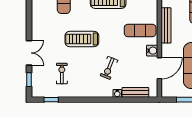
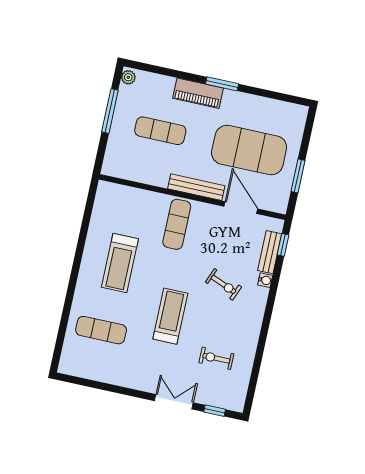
bench: (166, 25) -> (196, 187), moved
treadmill: (82, 39) -> (170, 316), turned 180
water cooler: (152, 51) -> (211, 213), removed
window: (51, 100) -> (283, 245), moved

